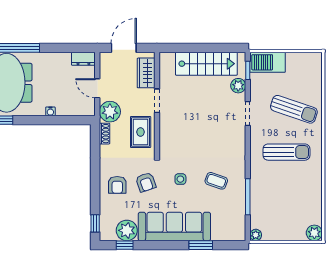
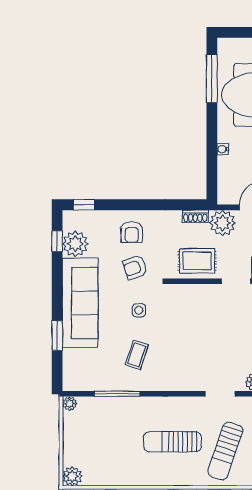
sun lounger: (286, 152) -> (172, 442), turned 90
armchair: (117, 185) -> (132, 232), turned -90

